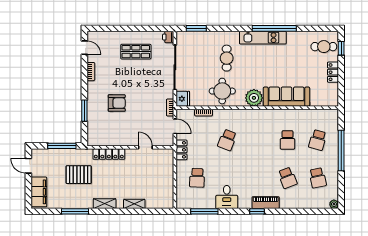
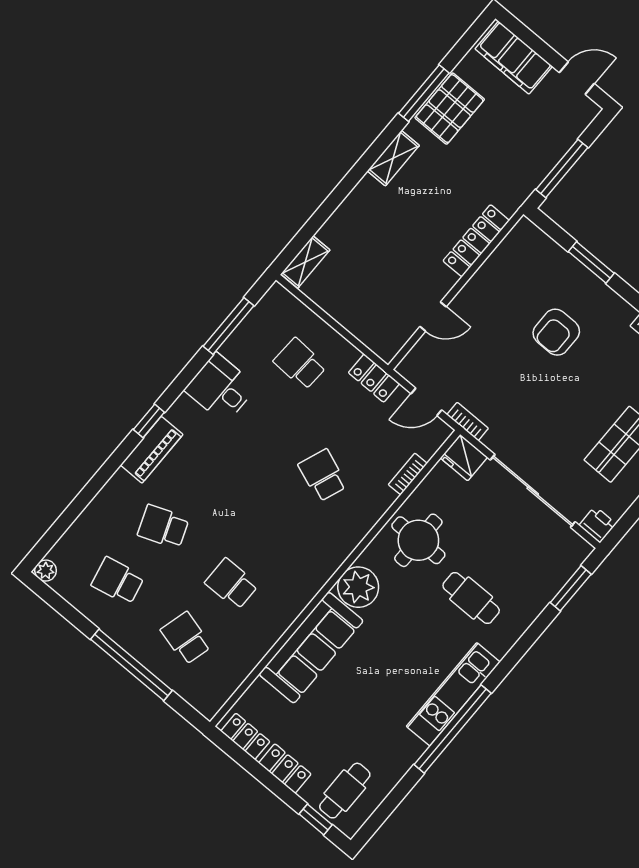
locker: (333, 94) -> (245, 736), added
pallet: (79, 175) -> (450, 109), moved
shelving: (134, 204) -> (305, 262), moved

